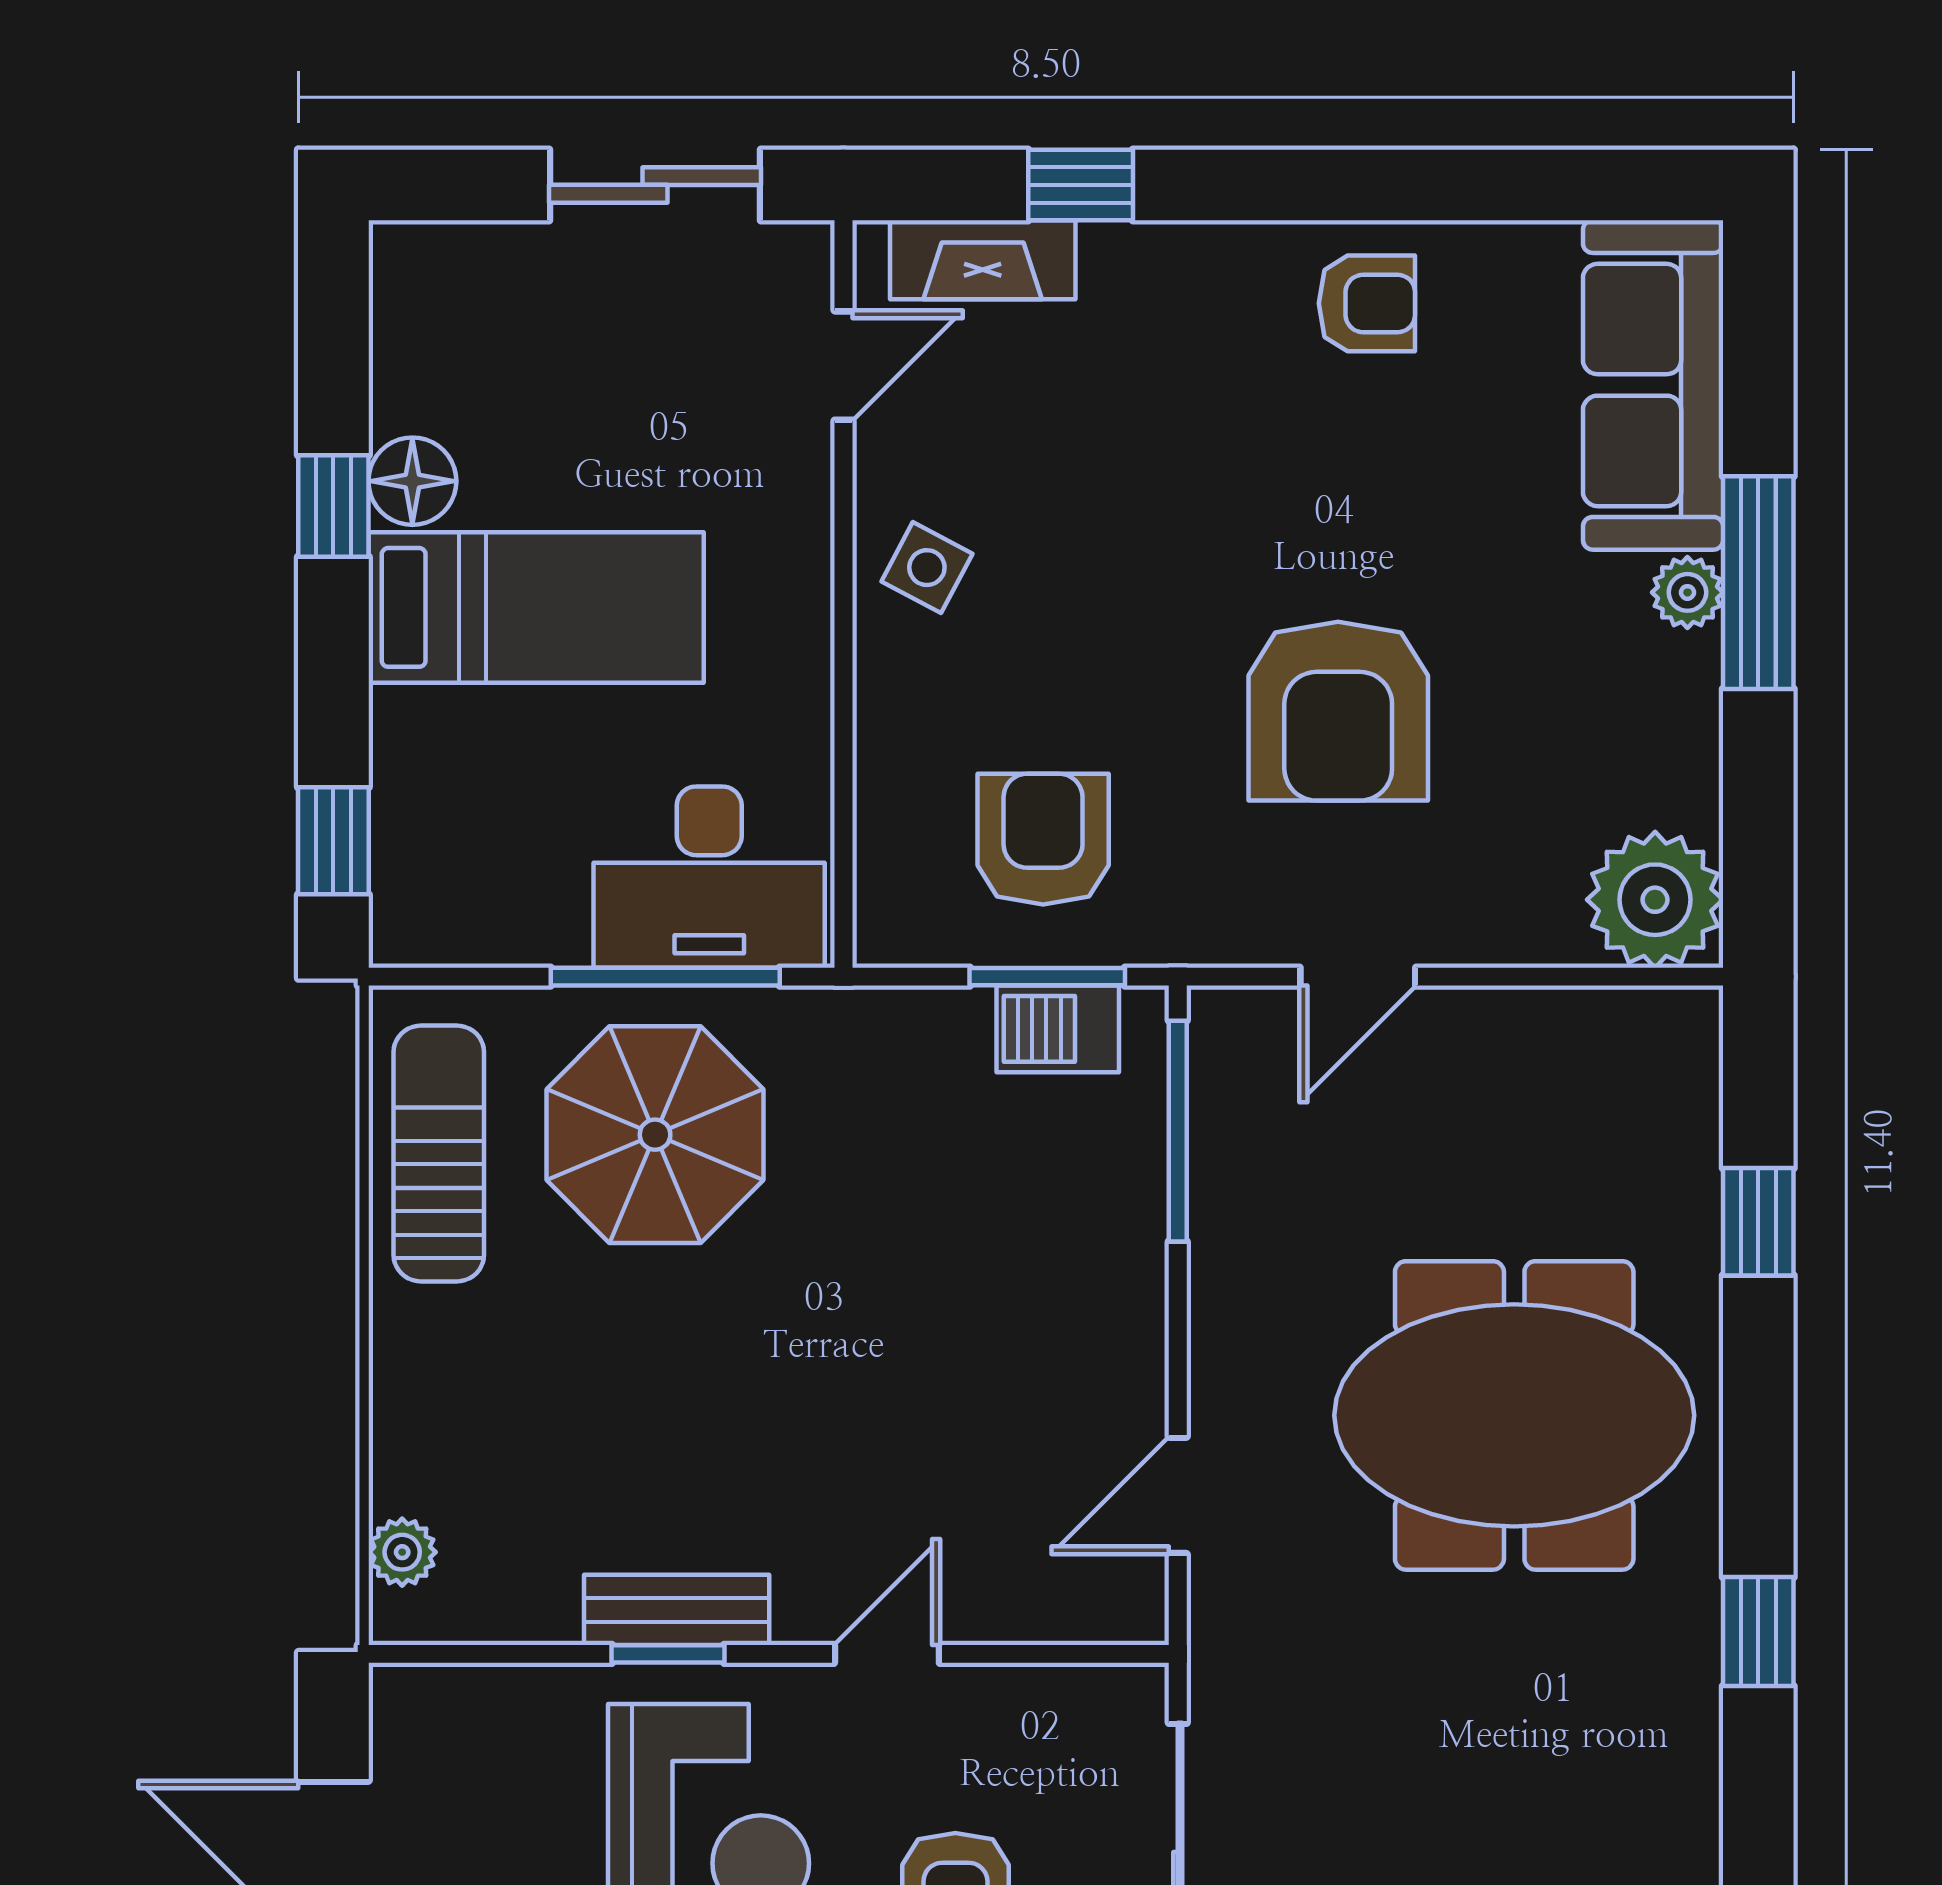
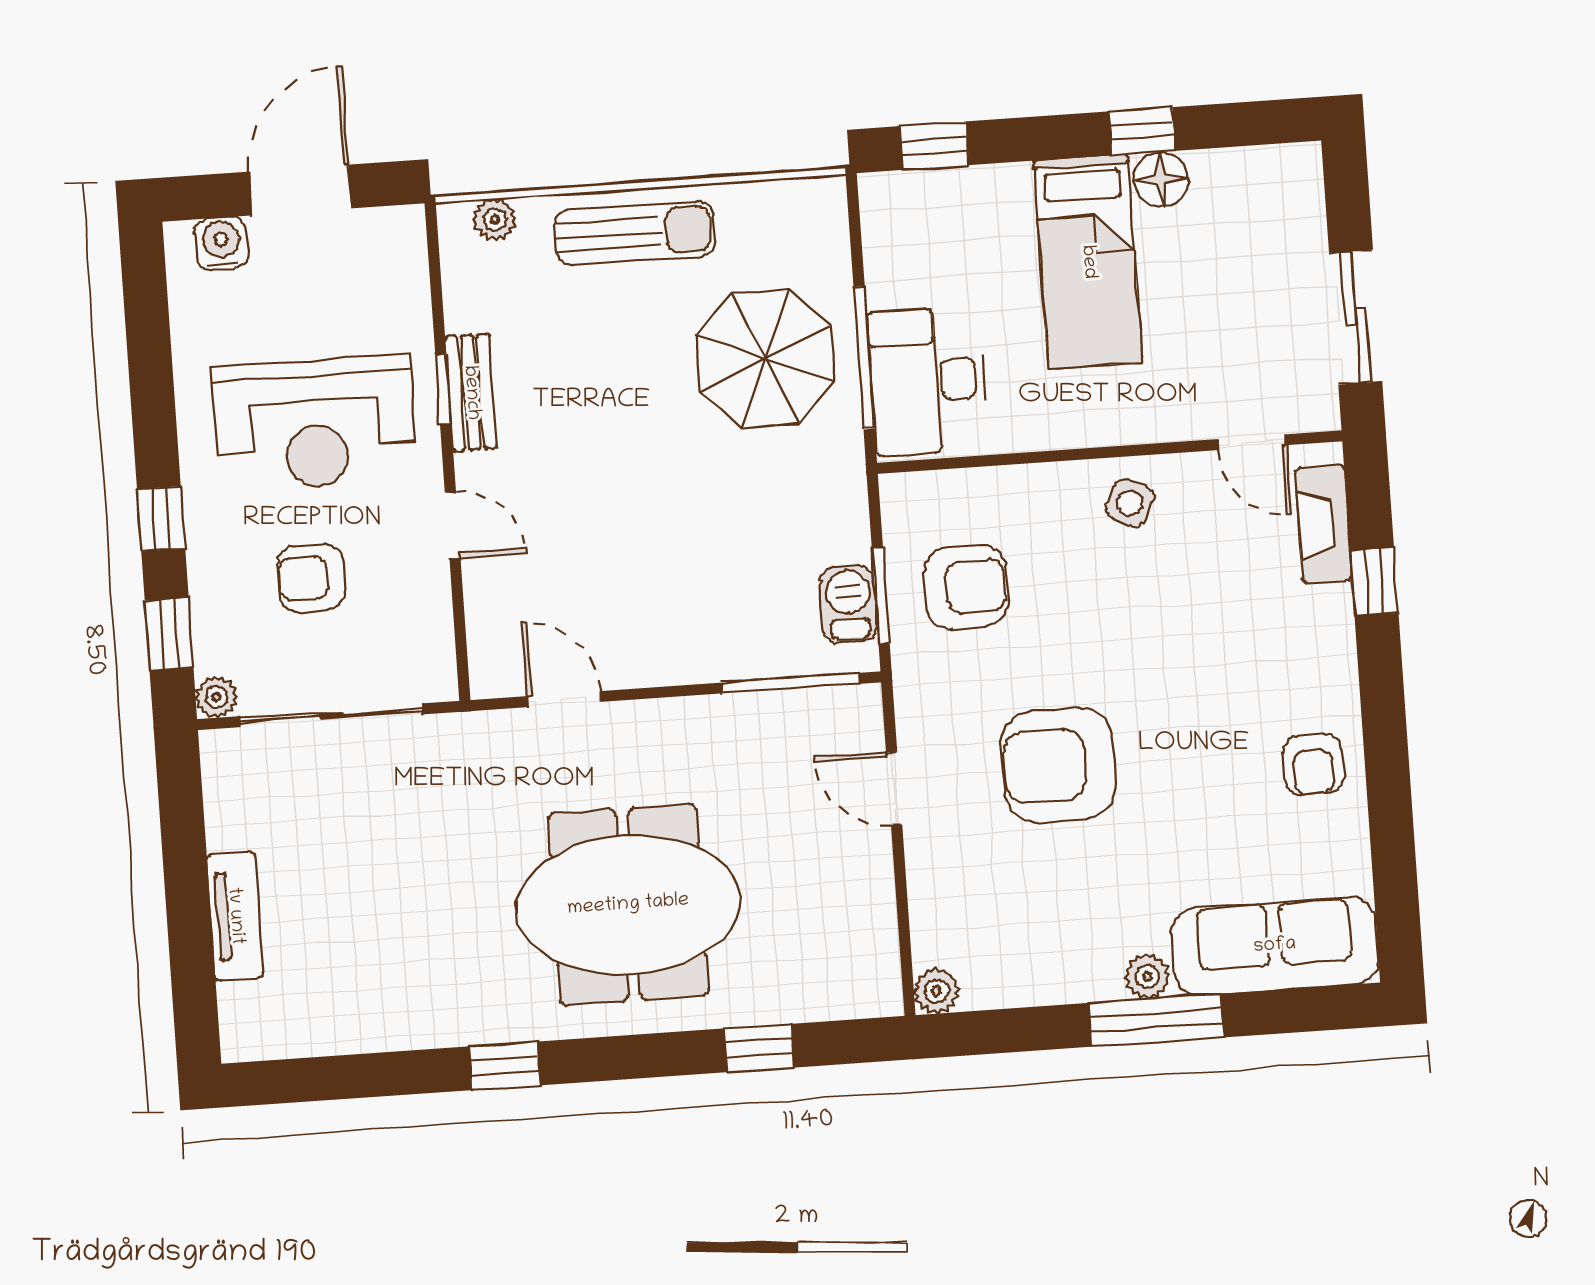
plant: (1655, 900) -> (937, 991), width x0.53, depth x0.53
sun lounger: (439, 1153) -> (635, 233), moved
meeting table: (1514, 1415) -> (628, 905), turned 90

